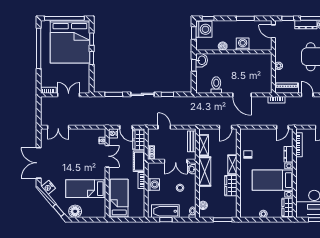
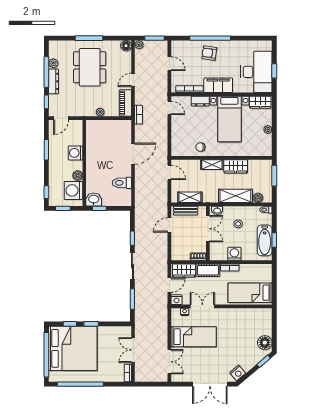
washing machine: (204, 29) -> (73, 190), moved, turned -90
door: (164, 127) -> (169, 225), moved
filing cabinet: (302, 170) -> (218, 85), added
shelving: (205, 172) -> (235, 196), moved
bed: (86, 189) -> (194, 337), moved, turned -90

